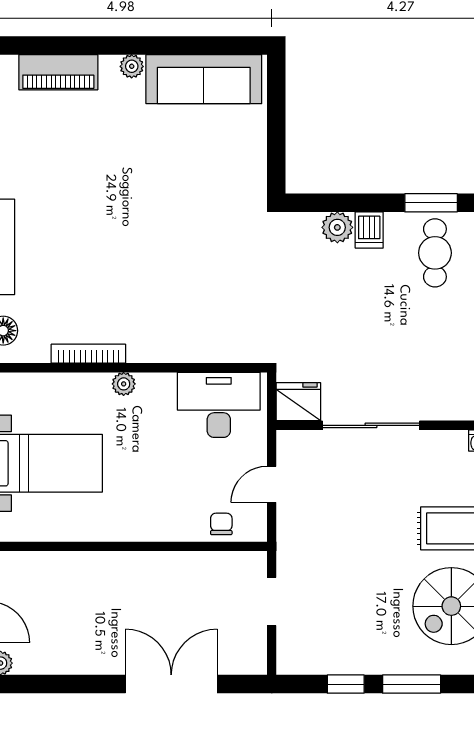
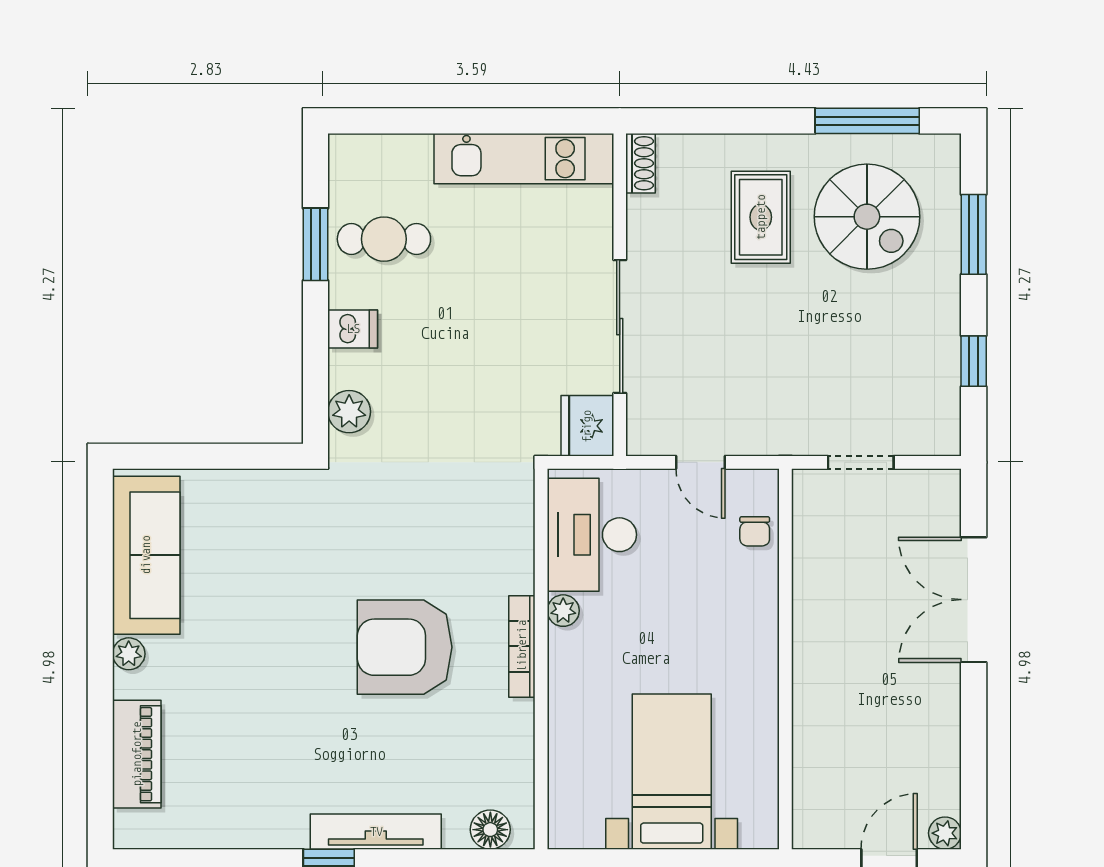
plant: (337, 227) -> (349, 412), moved
armchair: (137, 268) -> (405, 647), added
bookcase: (88, 354) -> (522, 646), moved
plant: (124, 384) -> (563, 611), moved
chair: (221, 524) -> (755, 531), turned -90
window: (412, 684) -> (974, 234), moved

